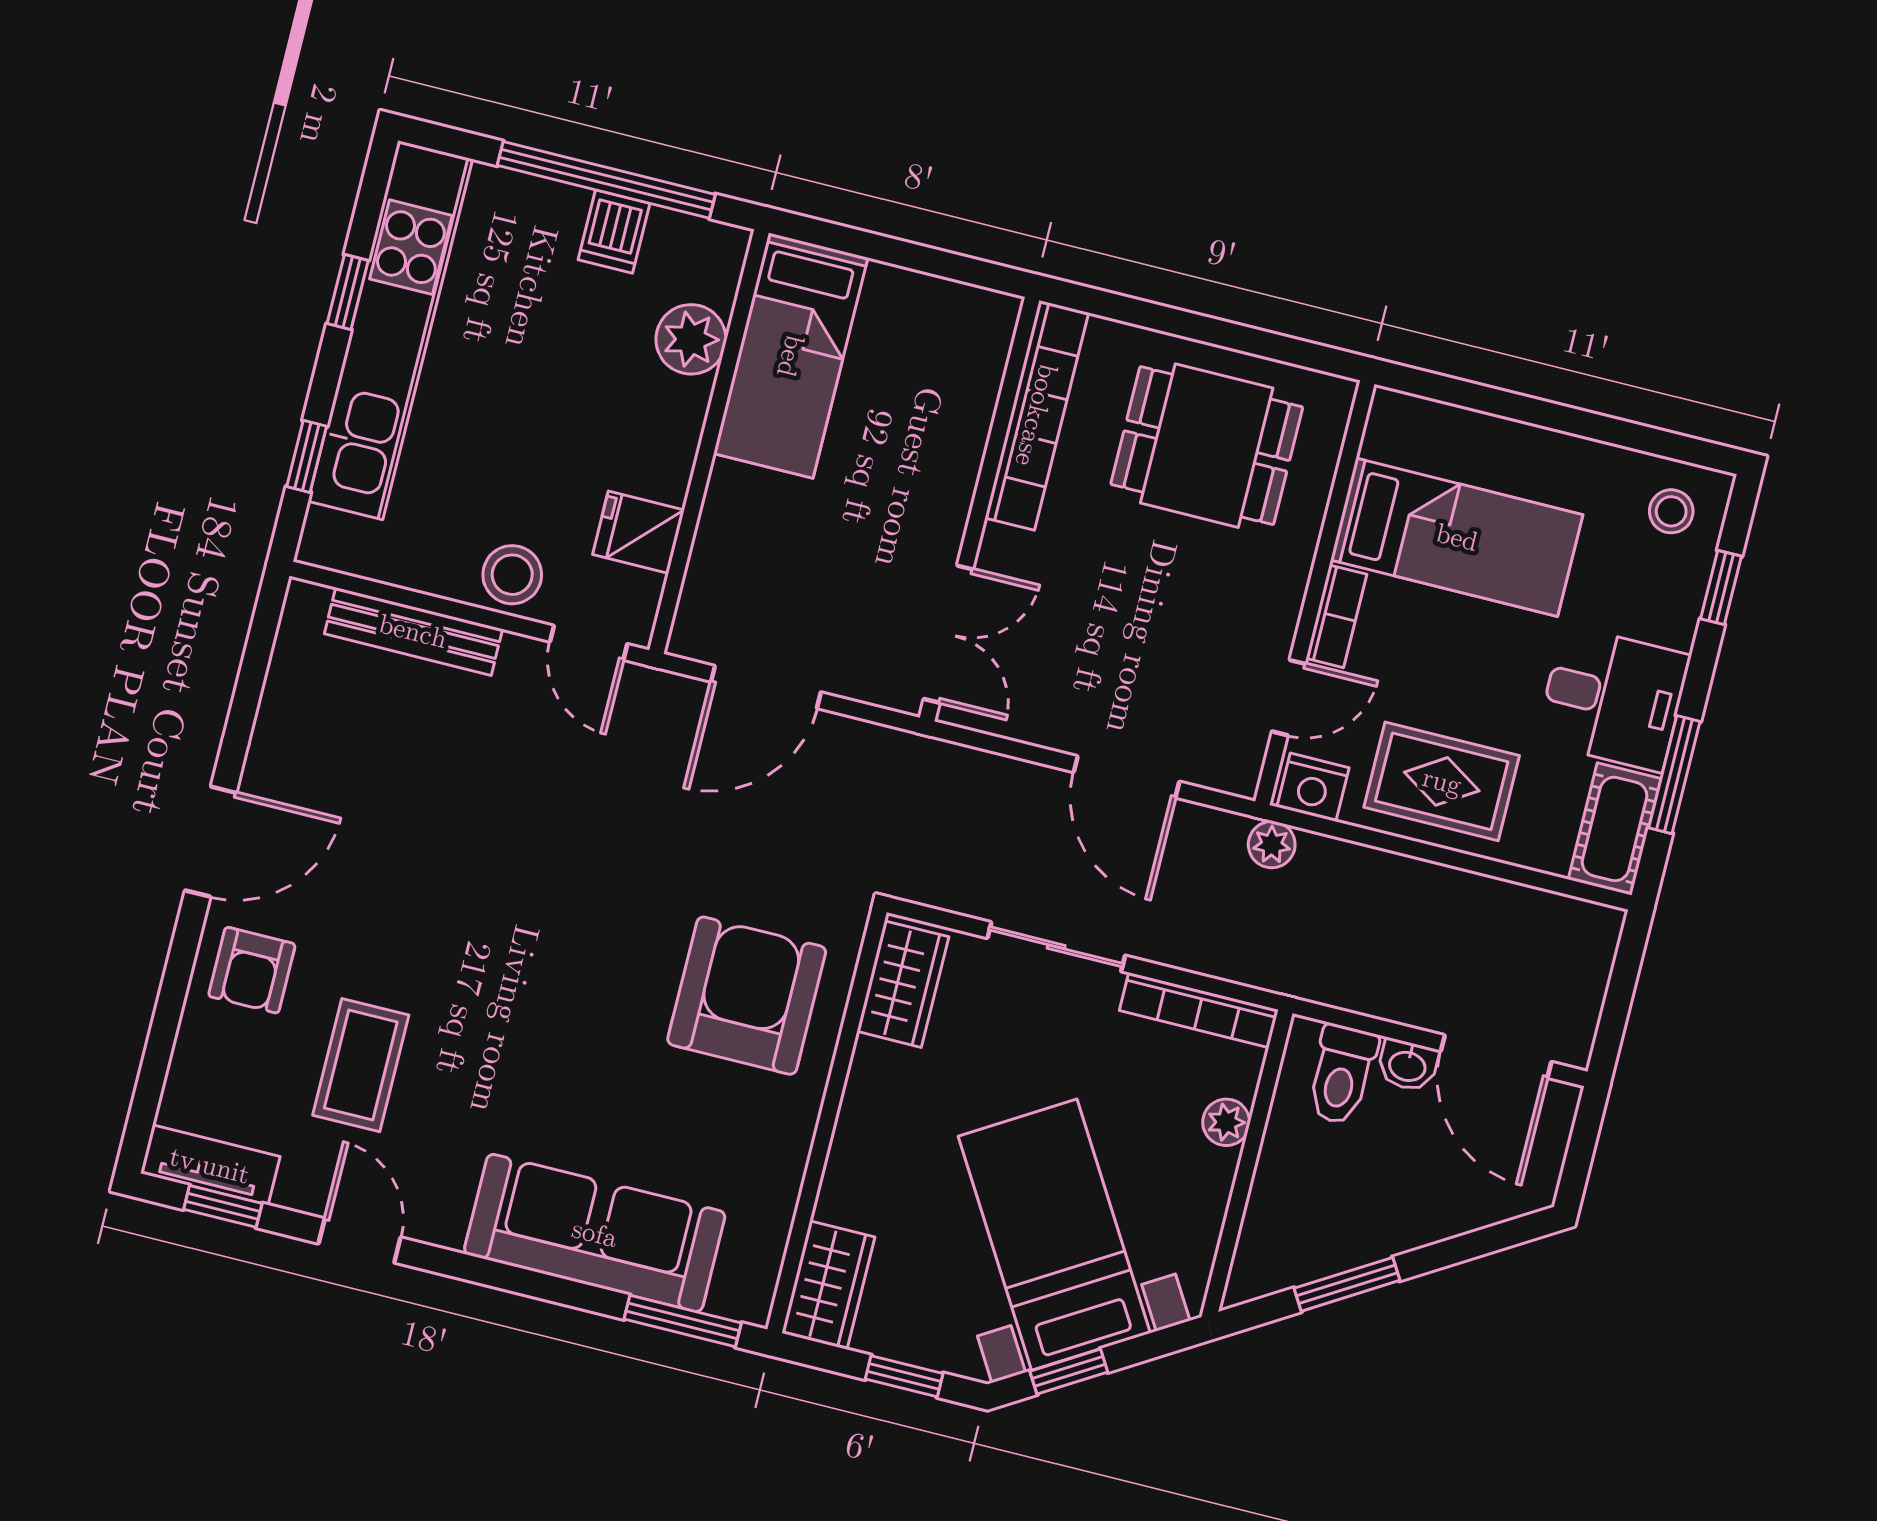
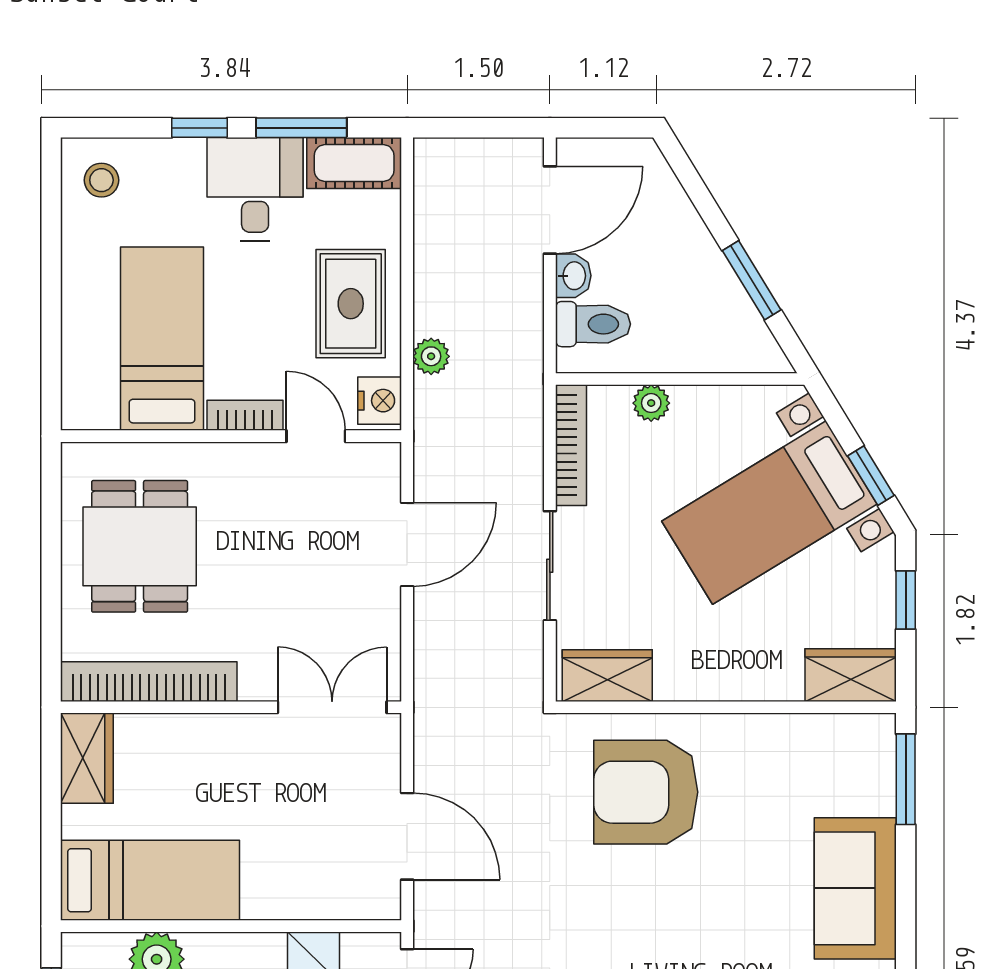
wardrobe: (961, 315) -> (87, 758), added
window: (1721, 587) -> (199, 128), moved
plant: (1272, 845) -> (431, 356), moved
sofa: (595, 1233) -> (855, 888), width x0.73

